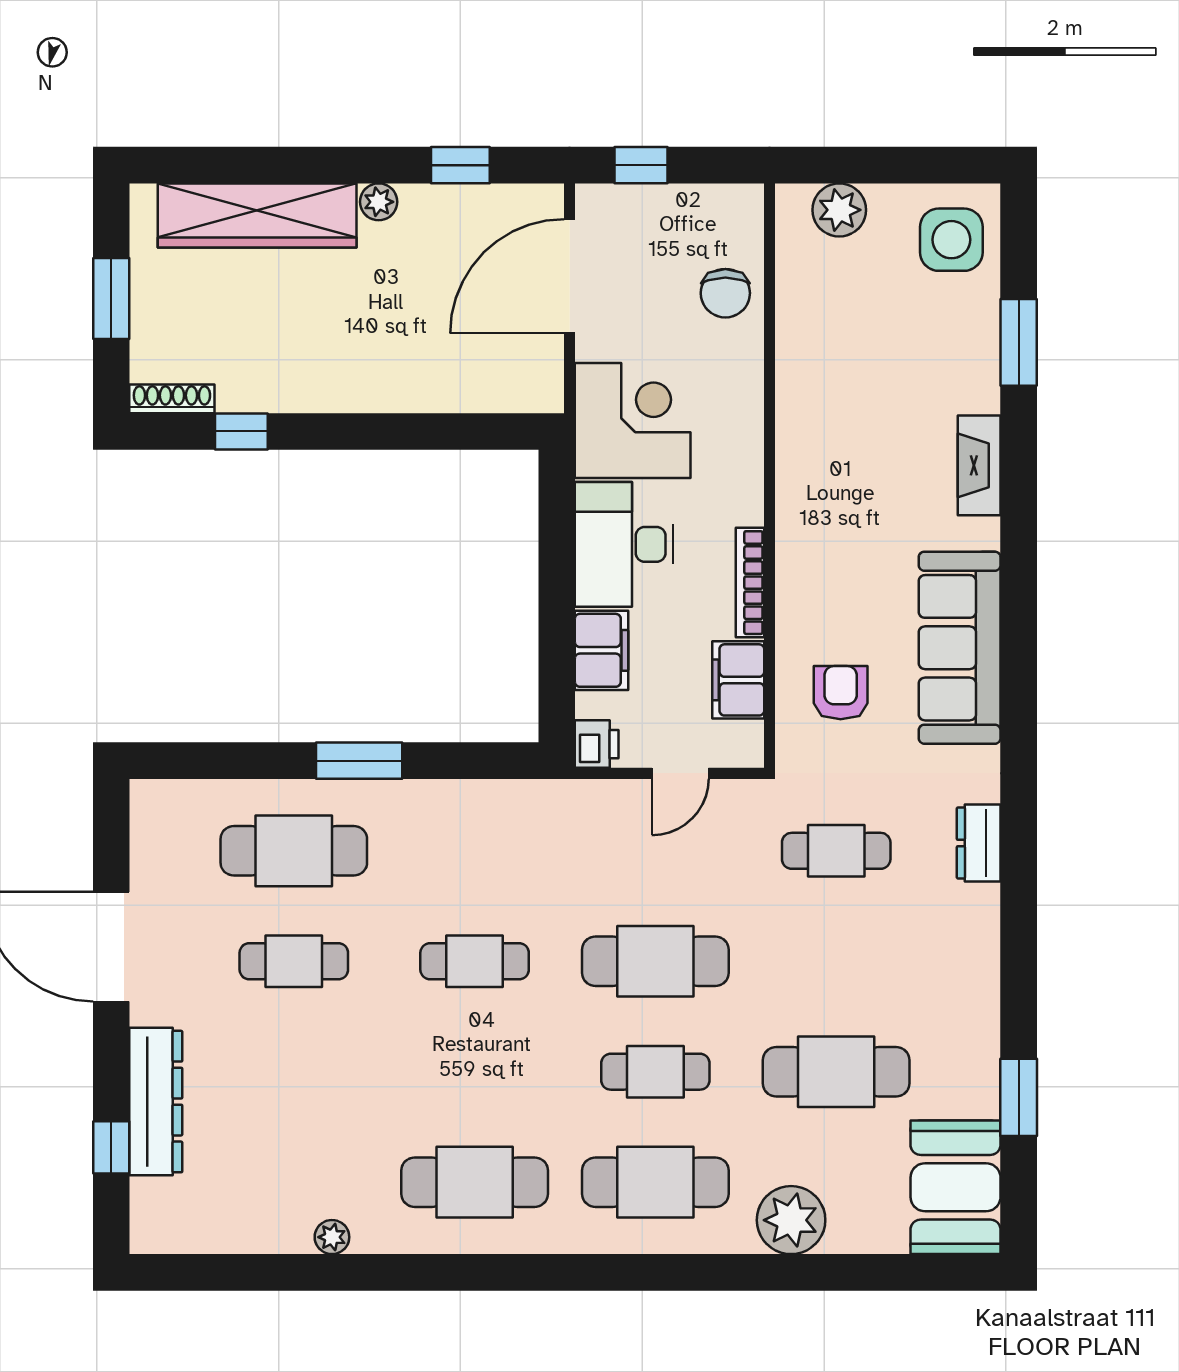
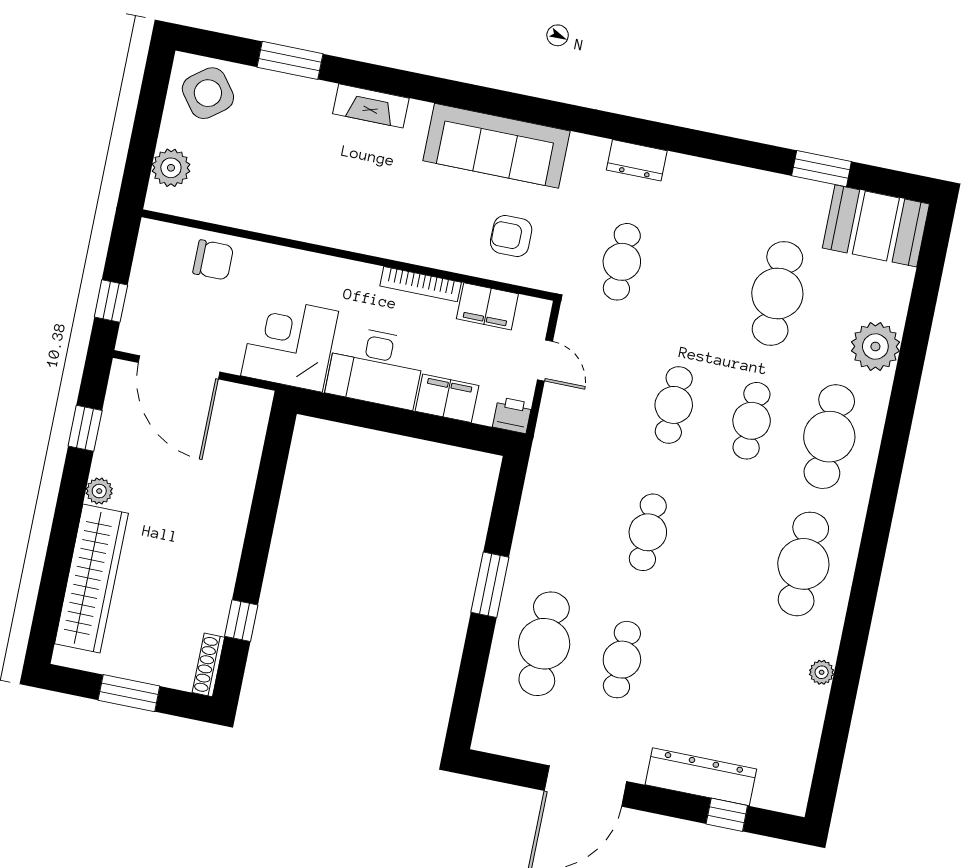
side table: (951, 240) -> (208, 93), turned -37
cafe table: (655, 961) -> (674, 405), width x0.73, depth x0.74

